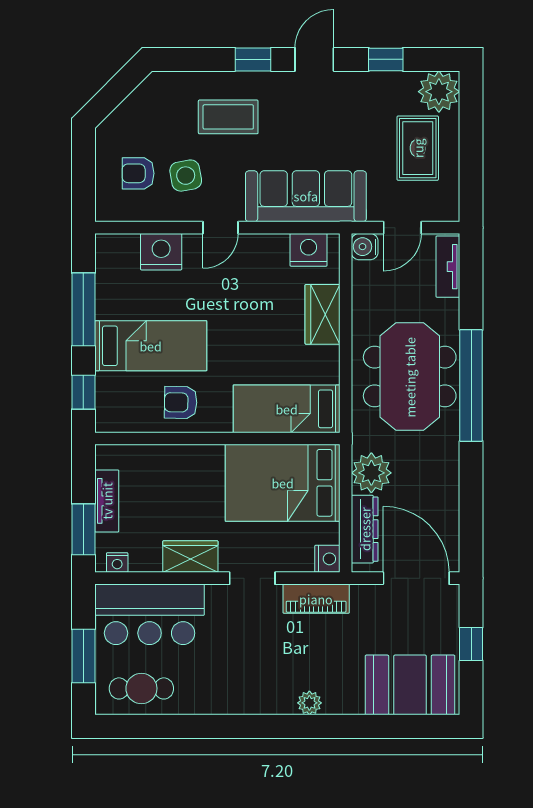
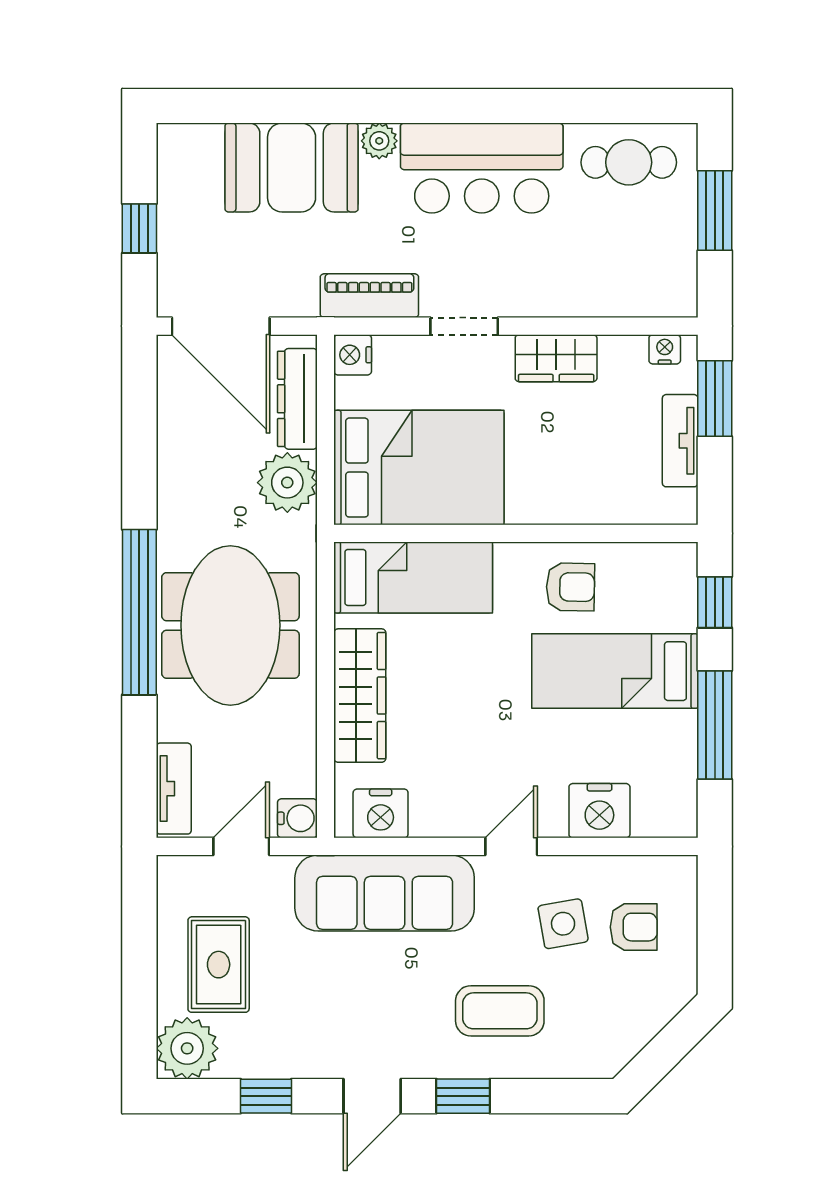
wardrobe: (323, 314) -> (360, 696), width x1.50
bar counter: (150, 614) -> (482, 168), moved, turned 180
booth: (410, 685) -> (292, 168), moved

